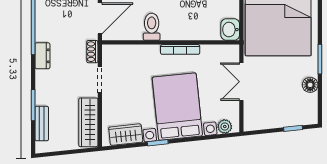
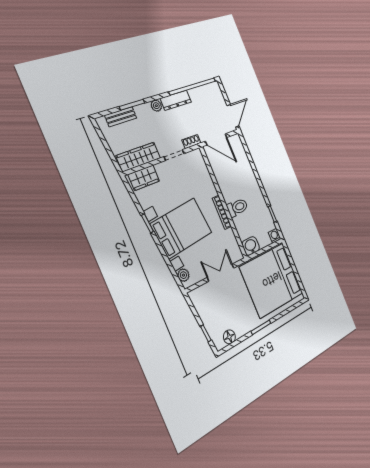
toilet: (152, 27) -> (237, 207), moved
dresser: (42, 56) -> (176, 100), width x1.44
plant: (42, 77) -> (156, 106), added
floor lamp: (310, 85) -> (229, 337), moved
wardrobe: (126, 135) -> (144, 178), moved, turned 96

